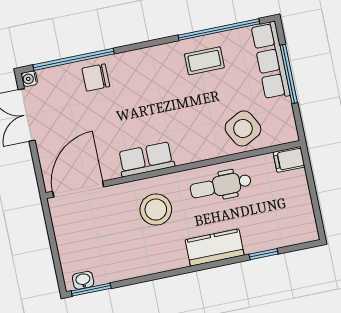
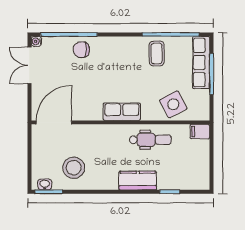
coffee table: (204, 61) -> (157, 53), turned 90
row of seats: (146, 159) -> (122, 112), moved
dental chair: (221, 186) -> (150, 140), turned 180
stool: (156, 210) -> (74, 168), moved

